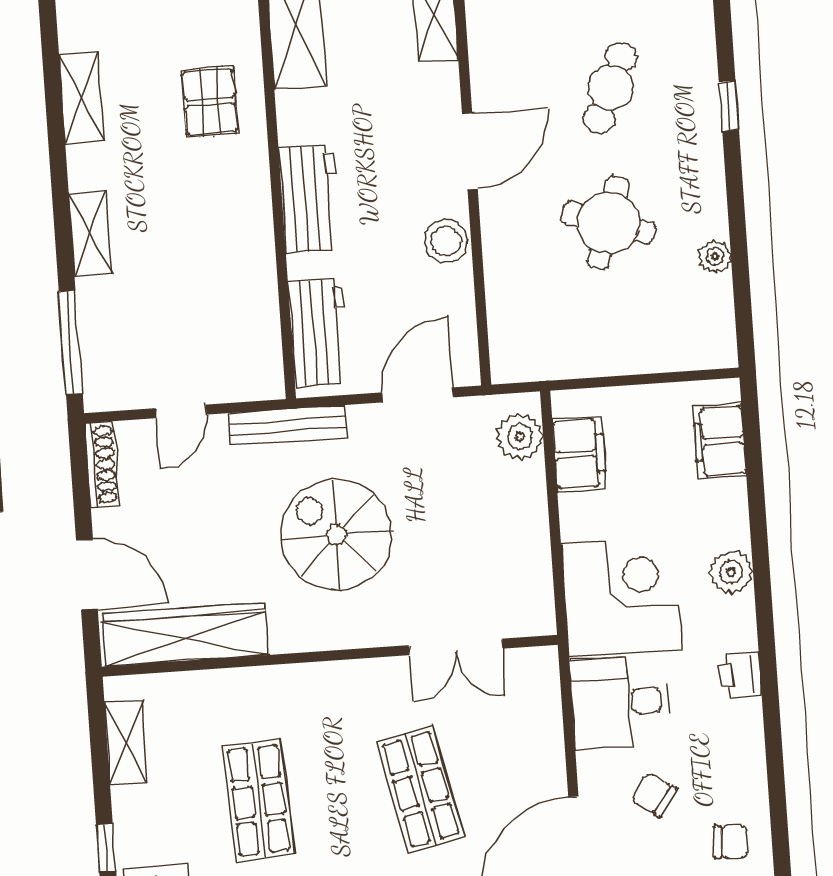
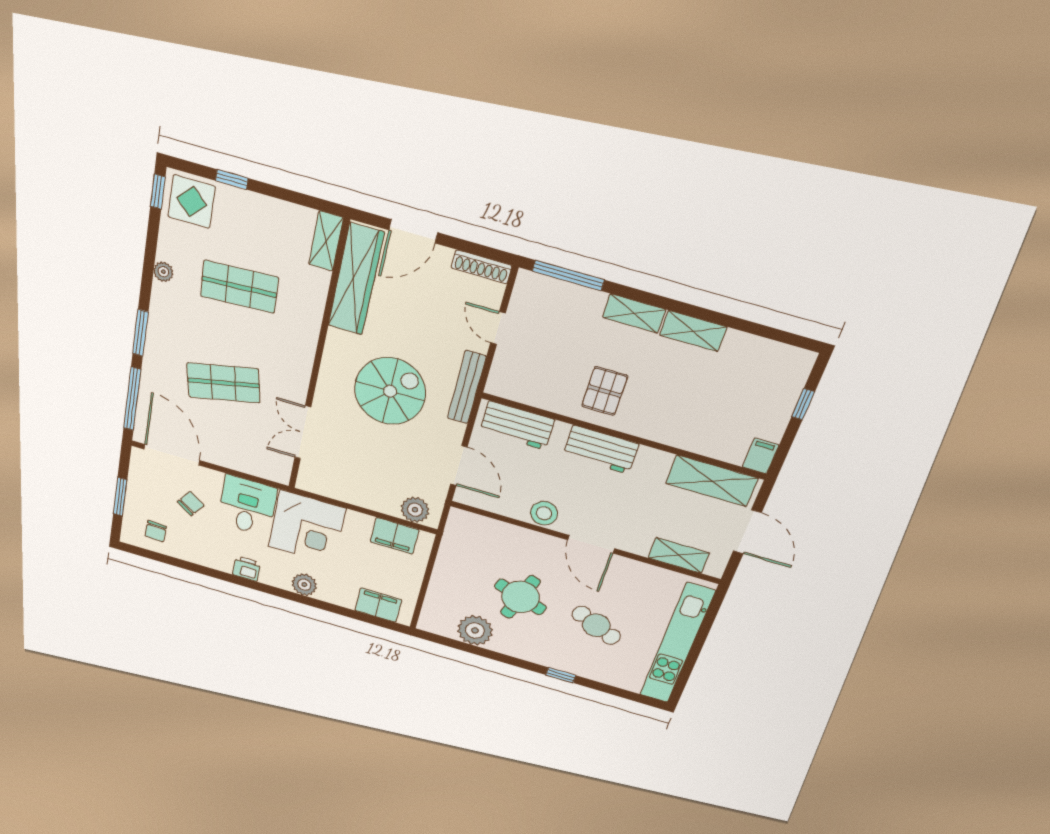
shelving: (82, 98) -> (693, 331), moved
pallet: (210, 102) -> (605, 391), moved, turned 90
plant: (715, 256) -> (475, 630), width x1.87, depth x1.87
shelving: (126, 743) -> (326, 241), moved, turned 90

